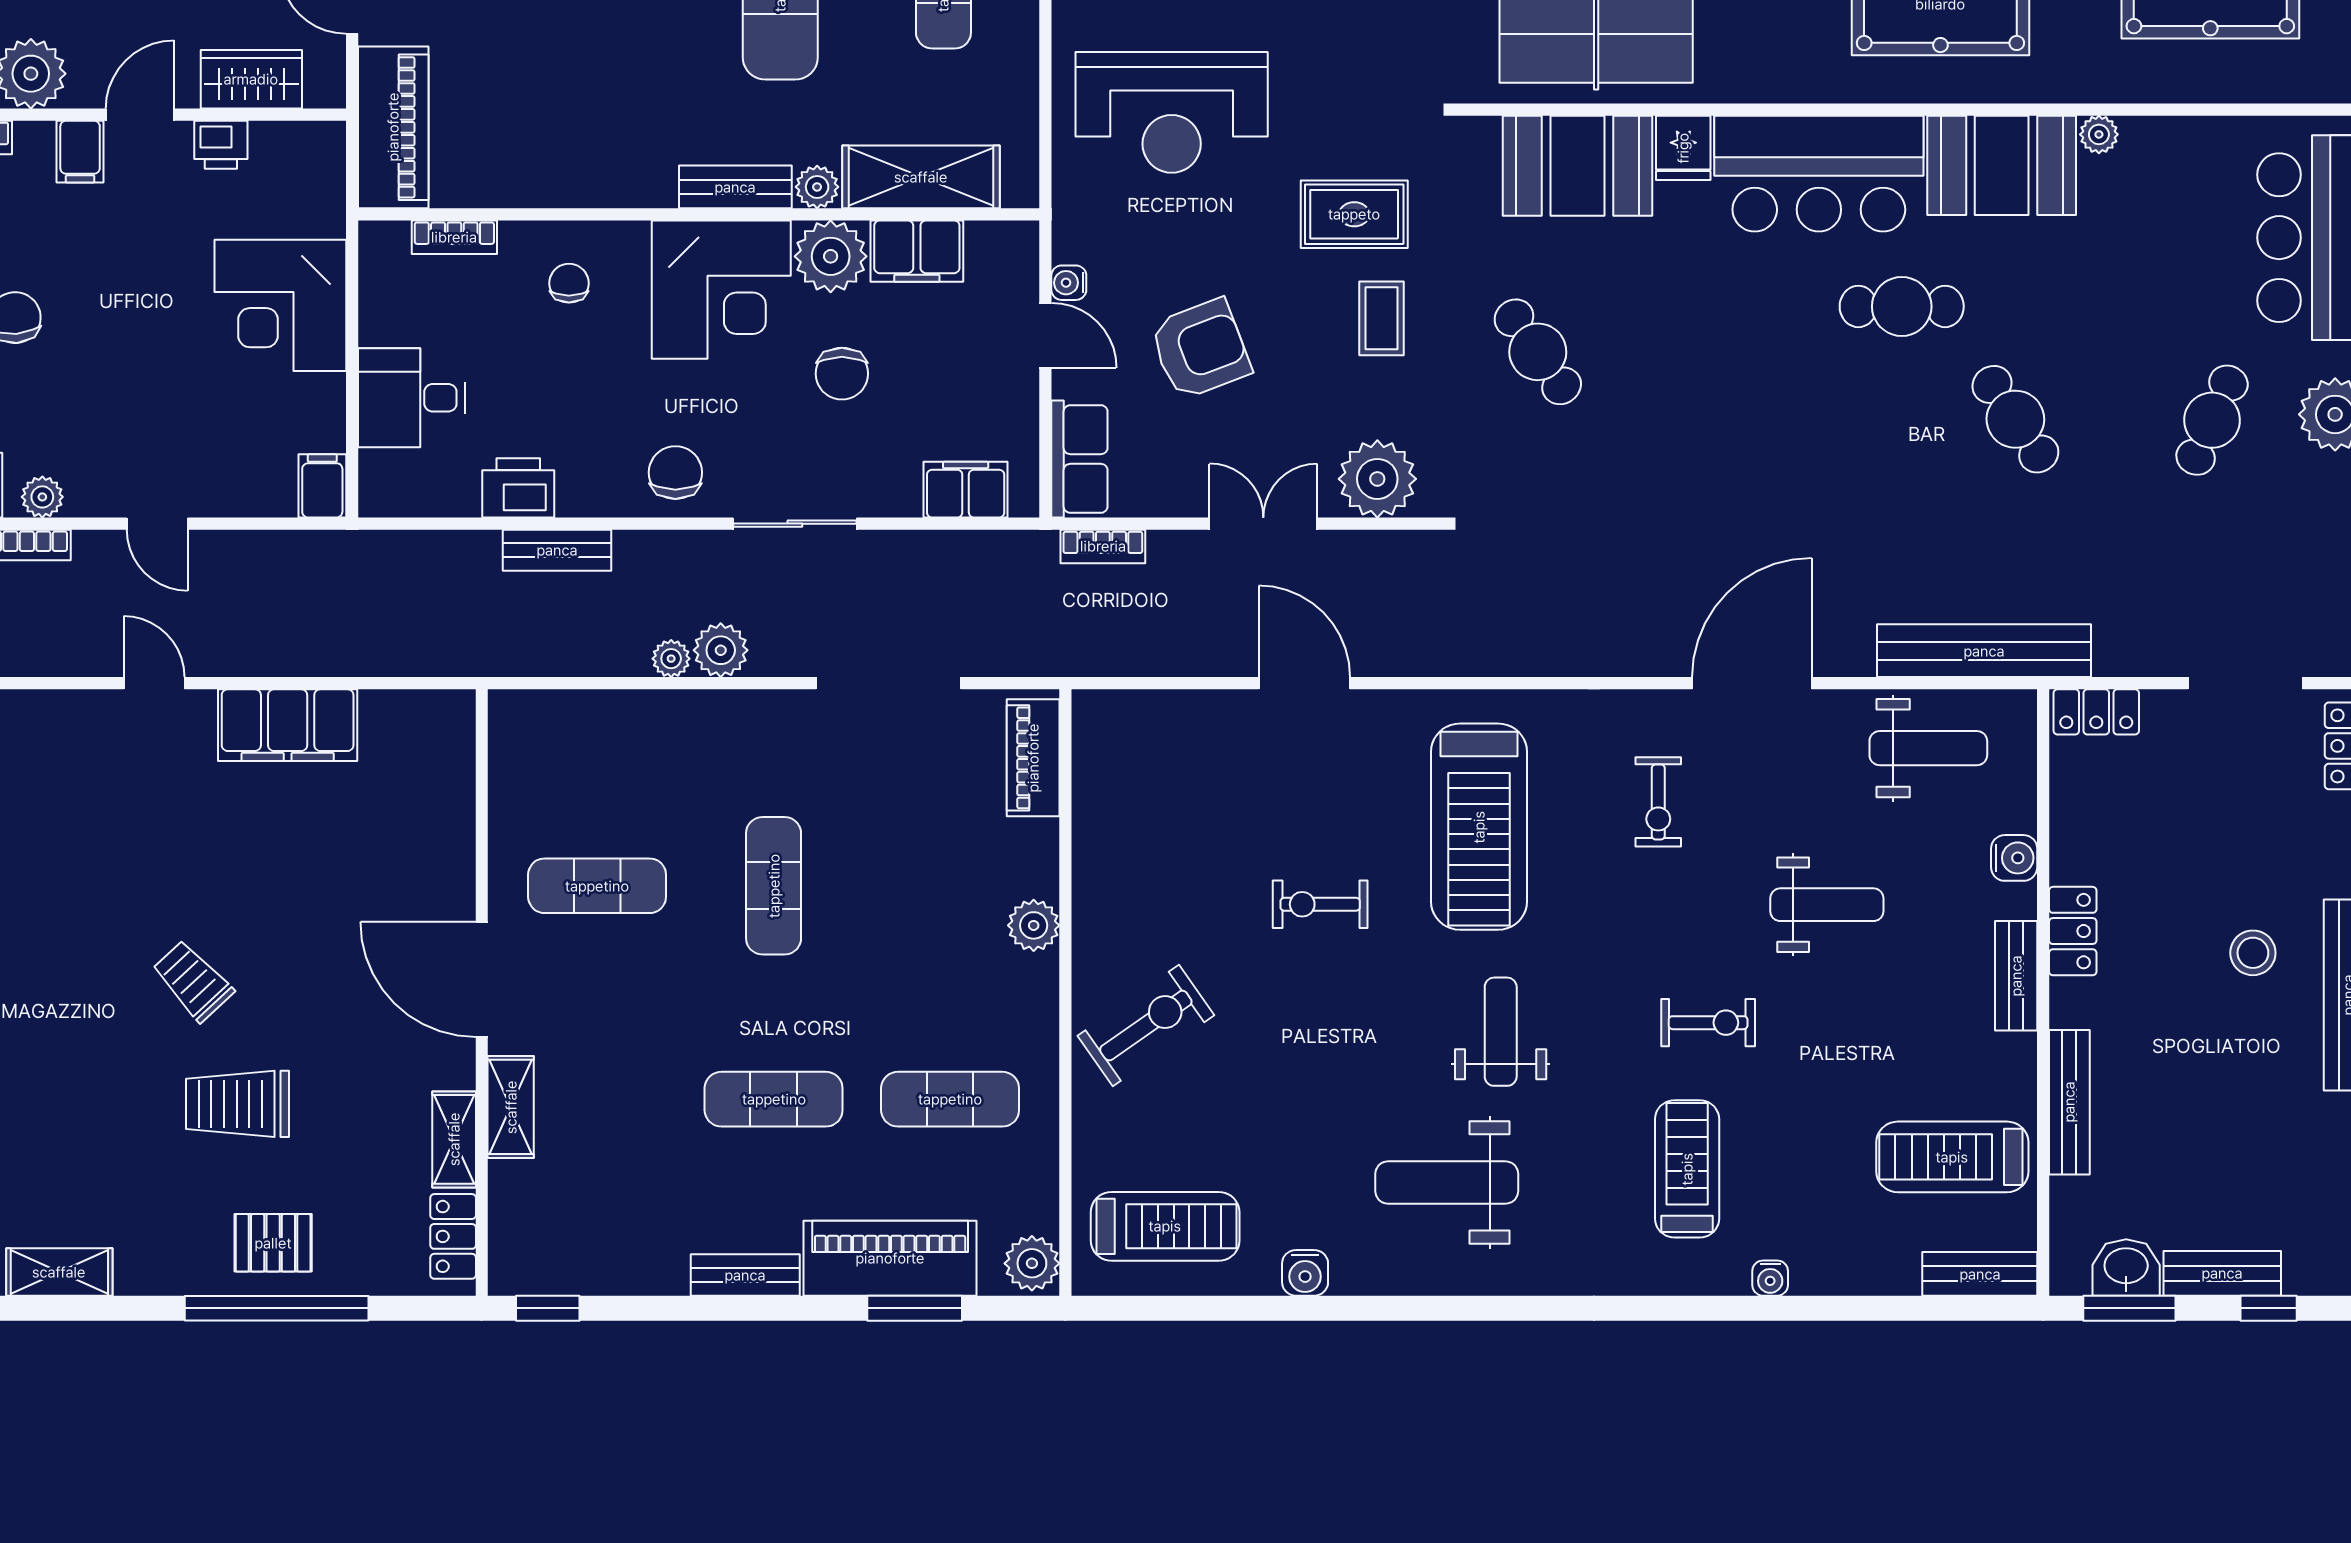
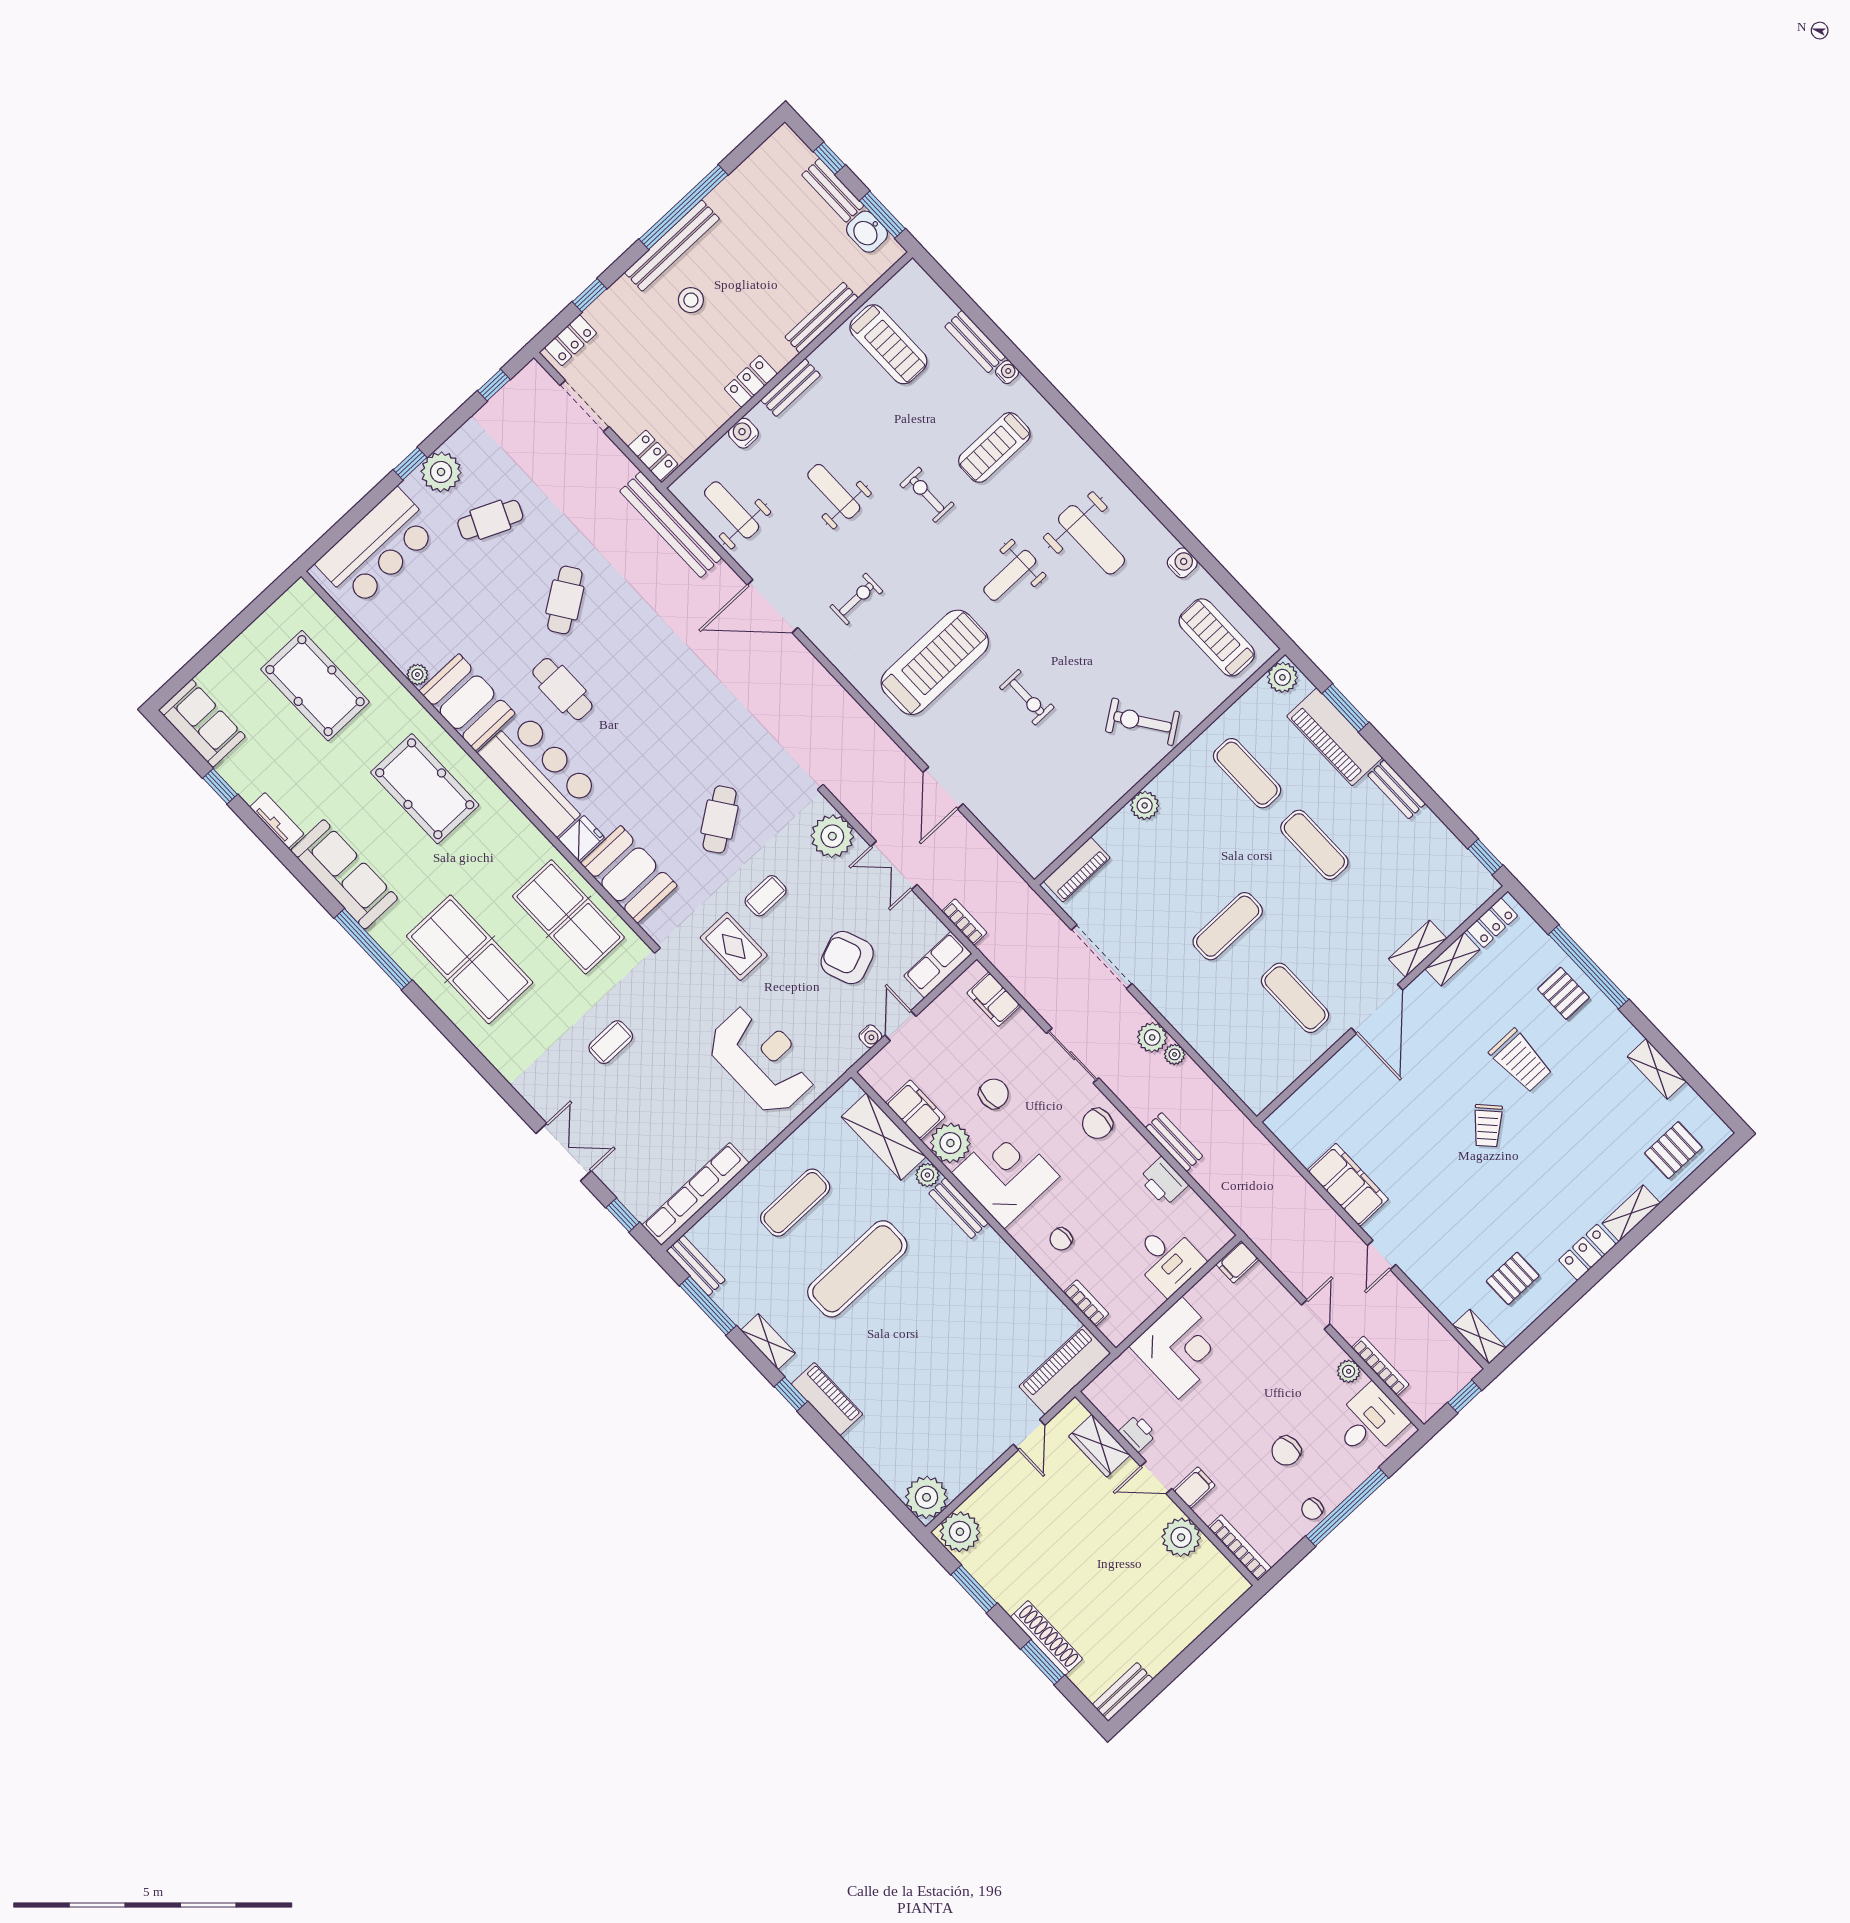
bench: (1980, 1274) -> (975, 342), moved

